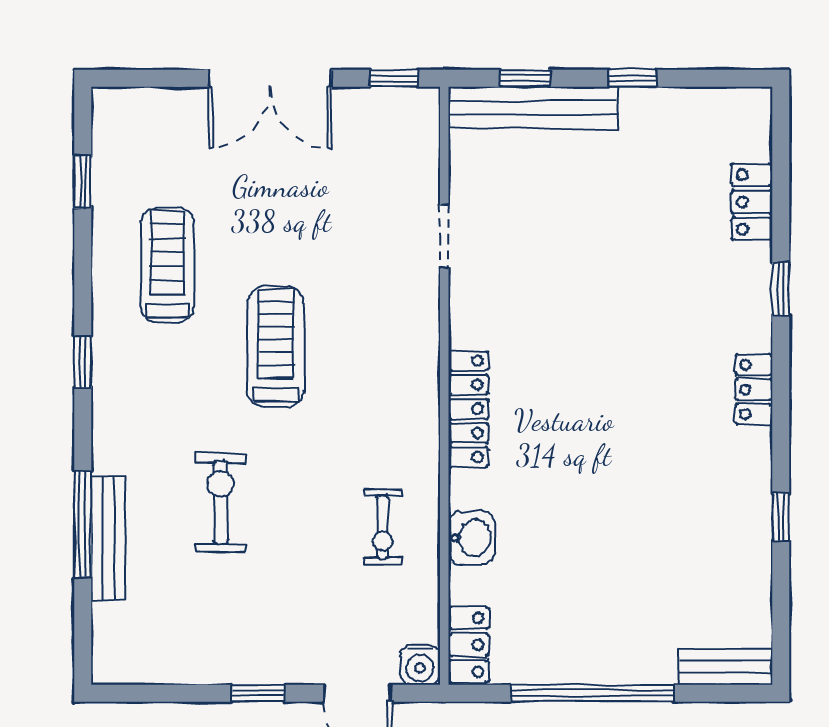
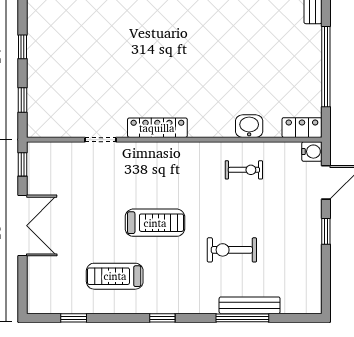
bench: (533, 108) -> (37, 96), removed
treadmill: (276, 347) -> (155, 223), turned 180
locker: (468, 409) -> (157, 128), moved

